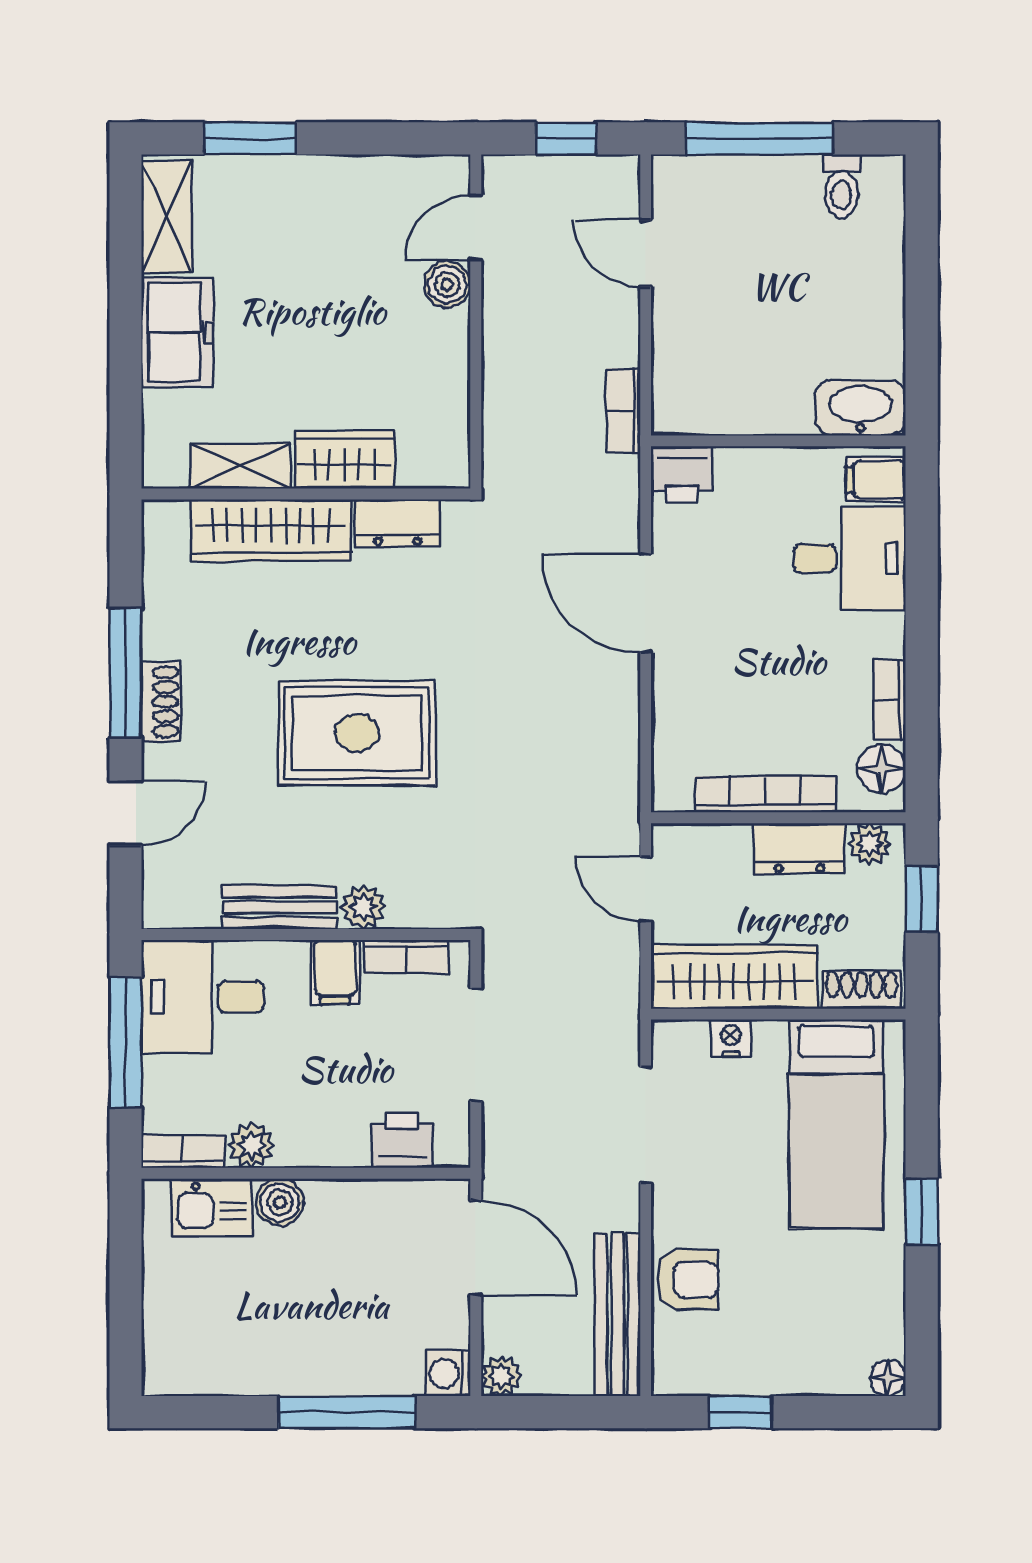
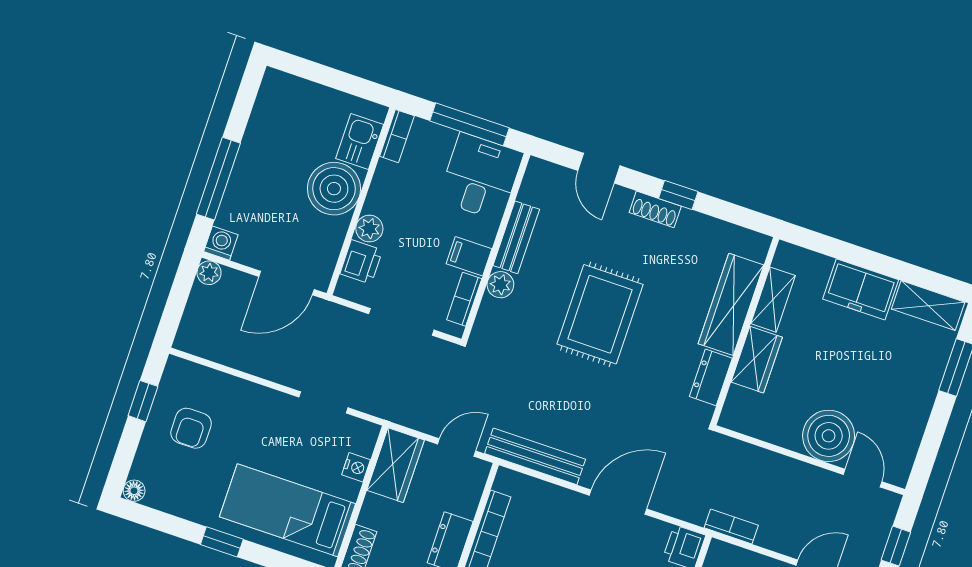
boiler: (447, 285) -> (829, 436), width x1.86, depth x1.86
window: (126, 673) -> (678, 195), width x0.46
wardrobe: (734, 977) -> (396, 465), width x0.67
doorway: (646, 1125) -> (323, 402), width x0.73
plant: (252, 1145) -> (369, 229), moved
boiler: (280, 1202) -> (334, 189), width x1.86, depth x1.86
armchair: (688, 1280) -> (191, 428), moved
bench: (617, 1315) -> (535, 456), moved

